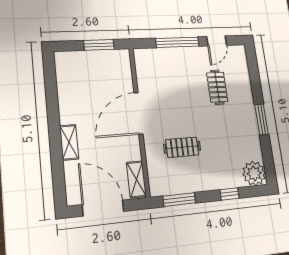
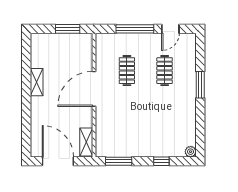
window: (262, 119) -> (200, 85), moved
shelving: (69, 142) -> (37, 82), moved
clothes rail: (182, 147) -> (127, 71), moved, turned 90
plant: (254, 173) -> (191, 152), width x0.53, depth x0.53

